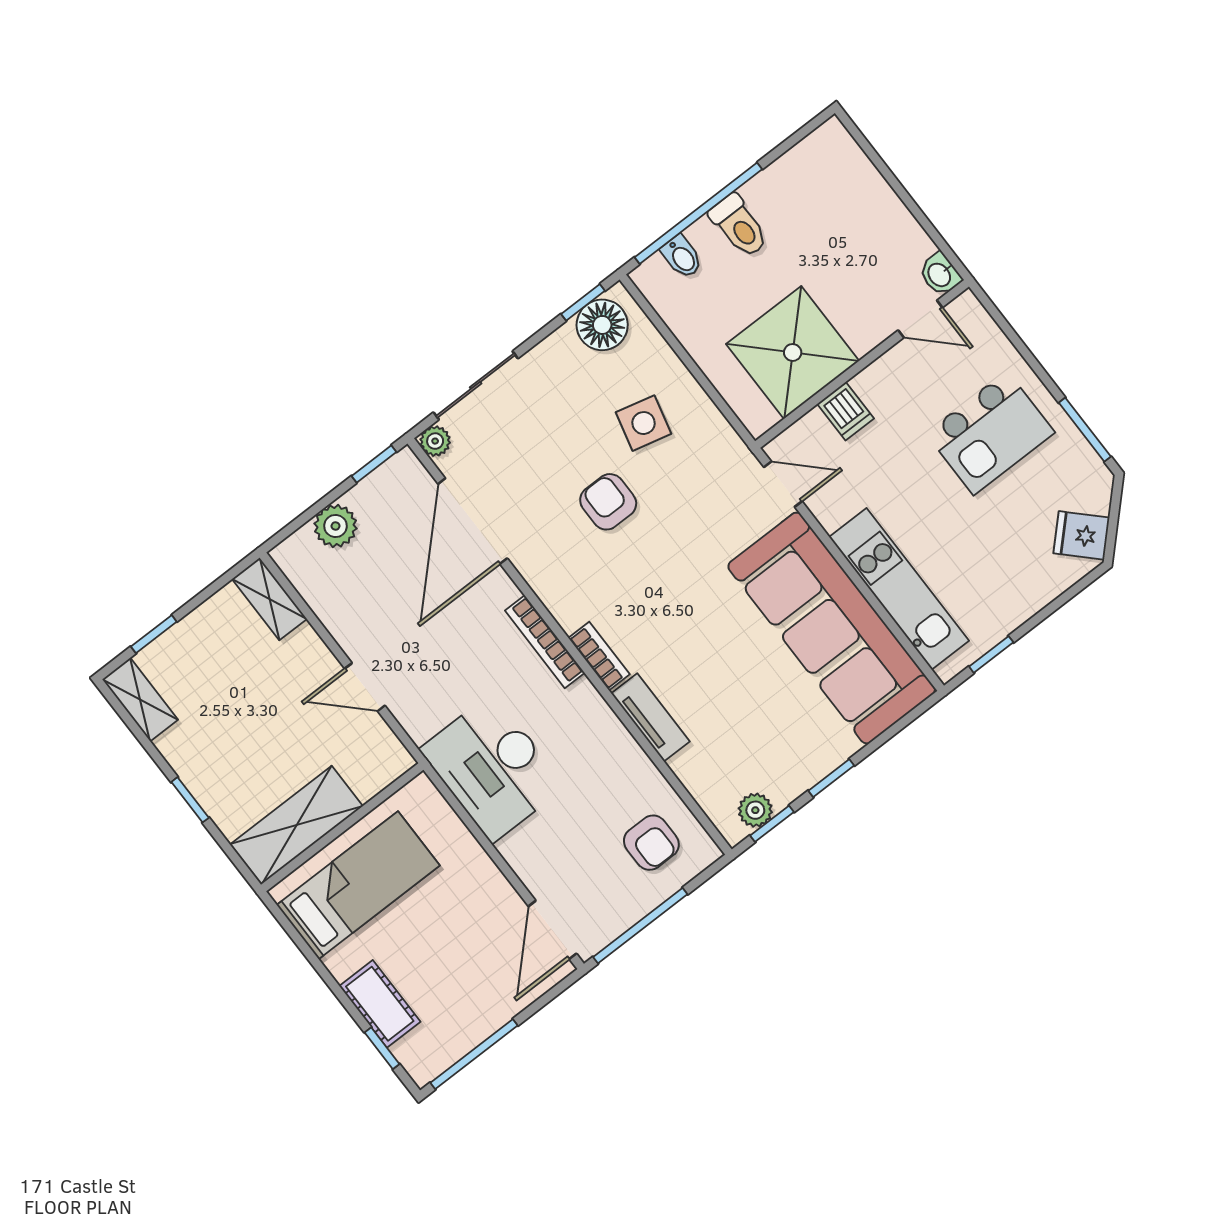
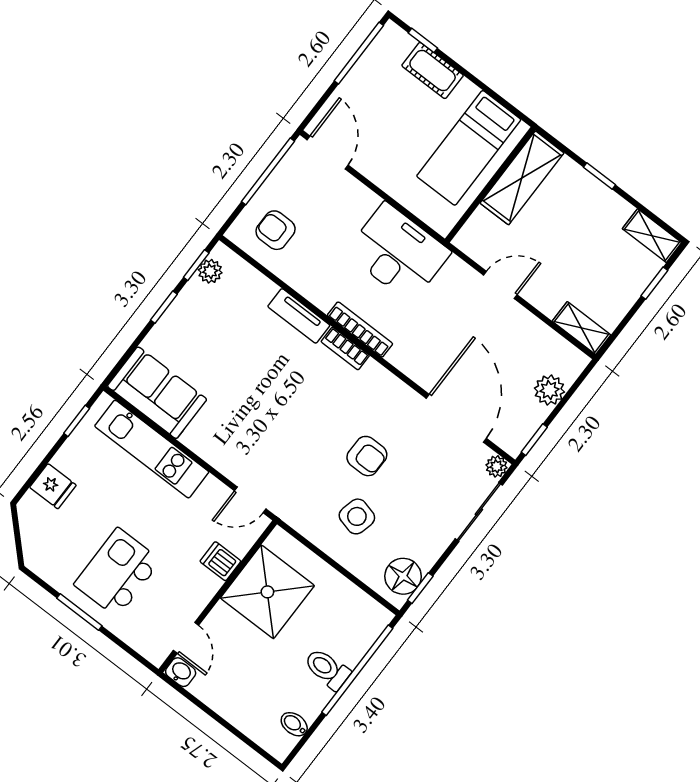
bidet: (682, 257) -> (294, 724), moved
door: (920, 319) -> (186, 638), swing flipped
window: (1085, 430) -> (79, 612), moved
fridge: (1081, 535) -> (53, 486), moved, turned 45
sofa: (832, 628) -> (157, 393), width x0.54, depth x0.79
bookcase: (545, 642) -> (360, 330), moved

